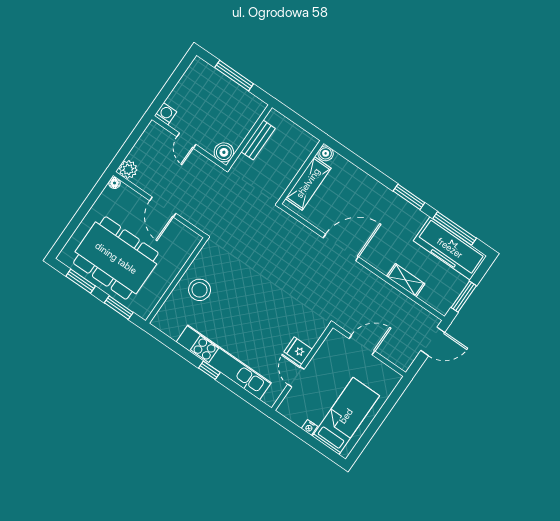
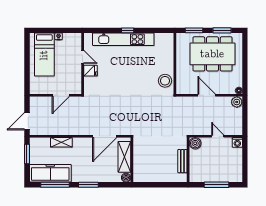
boiler: (326, 153) -> (126, 178), moved
wall: (301, 172) -> (132, 160), moved
shelving: (308, 183) -> (124, 157), moved
stool: (200, 290) -> (165, 81), moved

